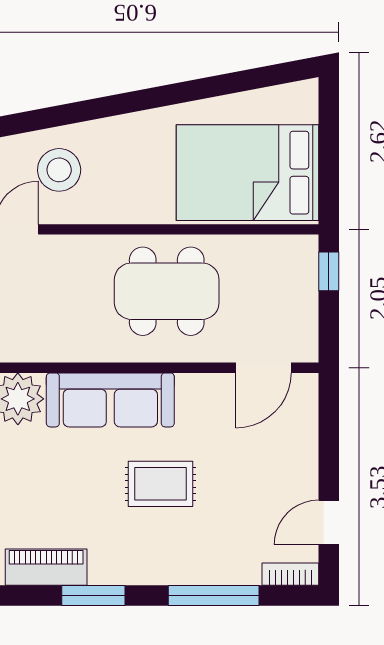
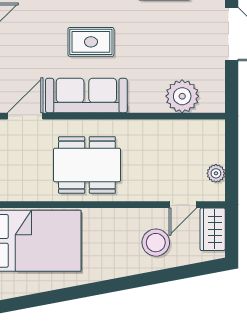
sofa: (110, 400) -> (86, 96), moved

